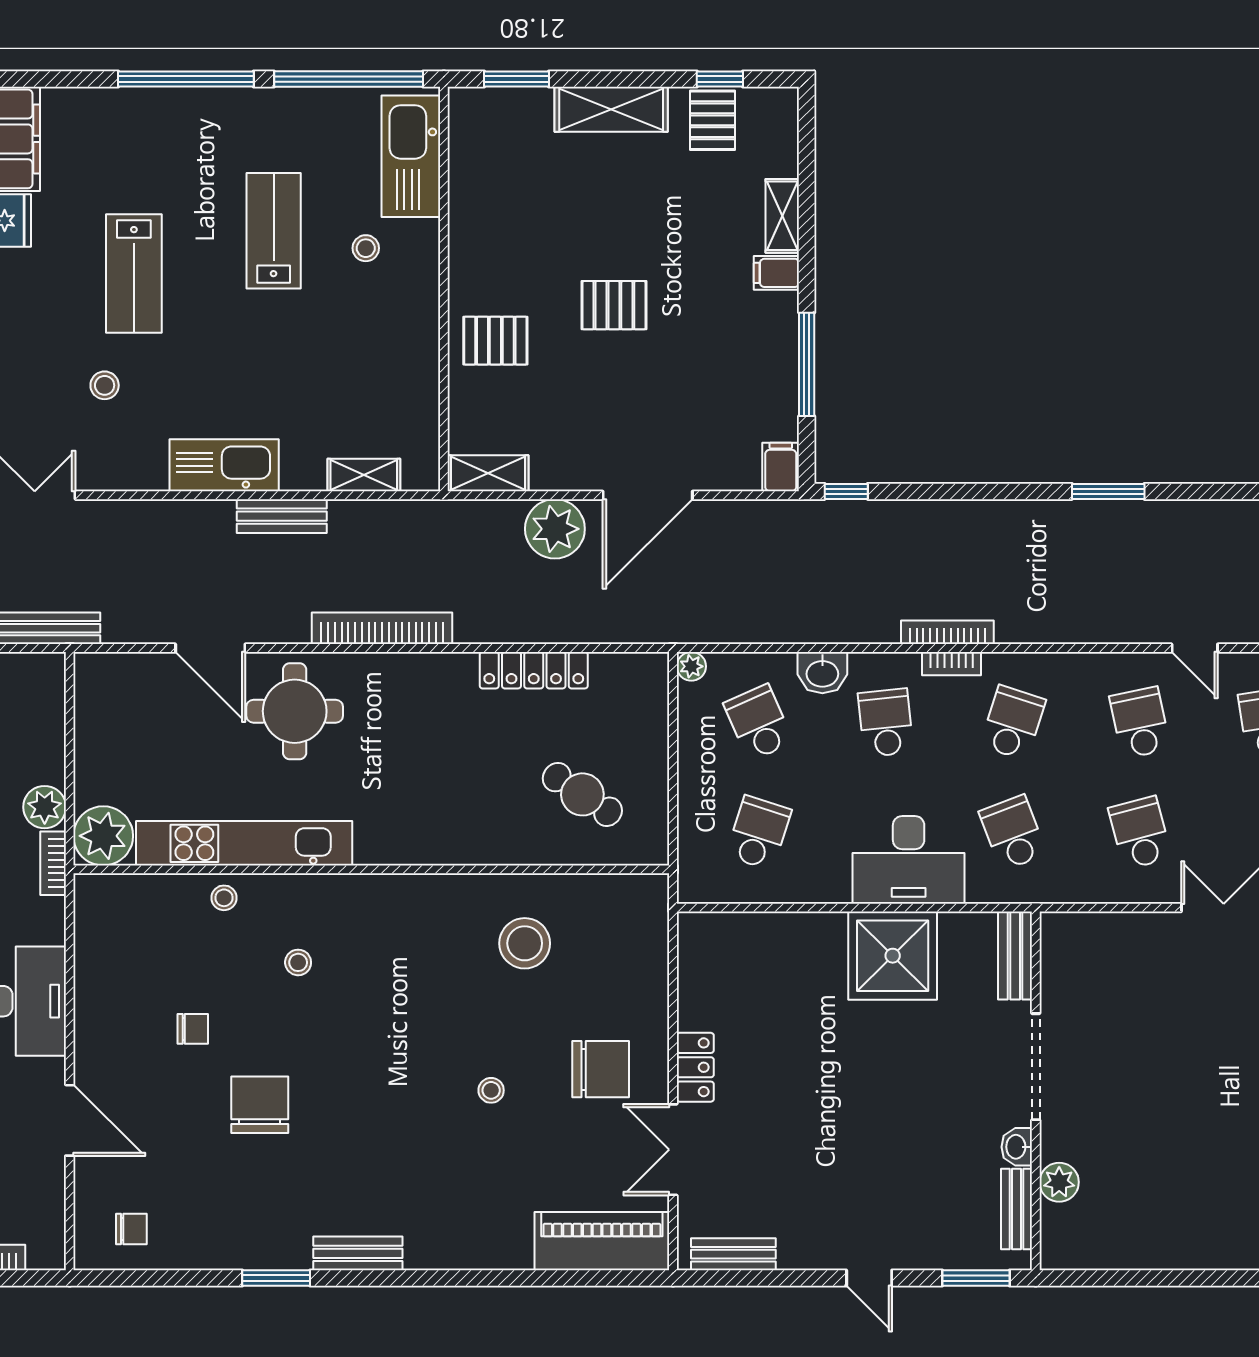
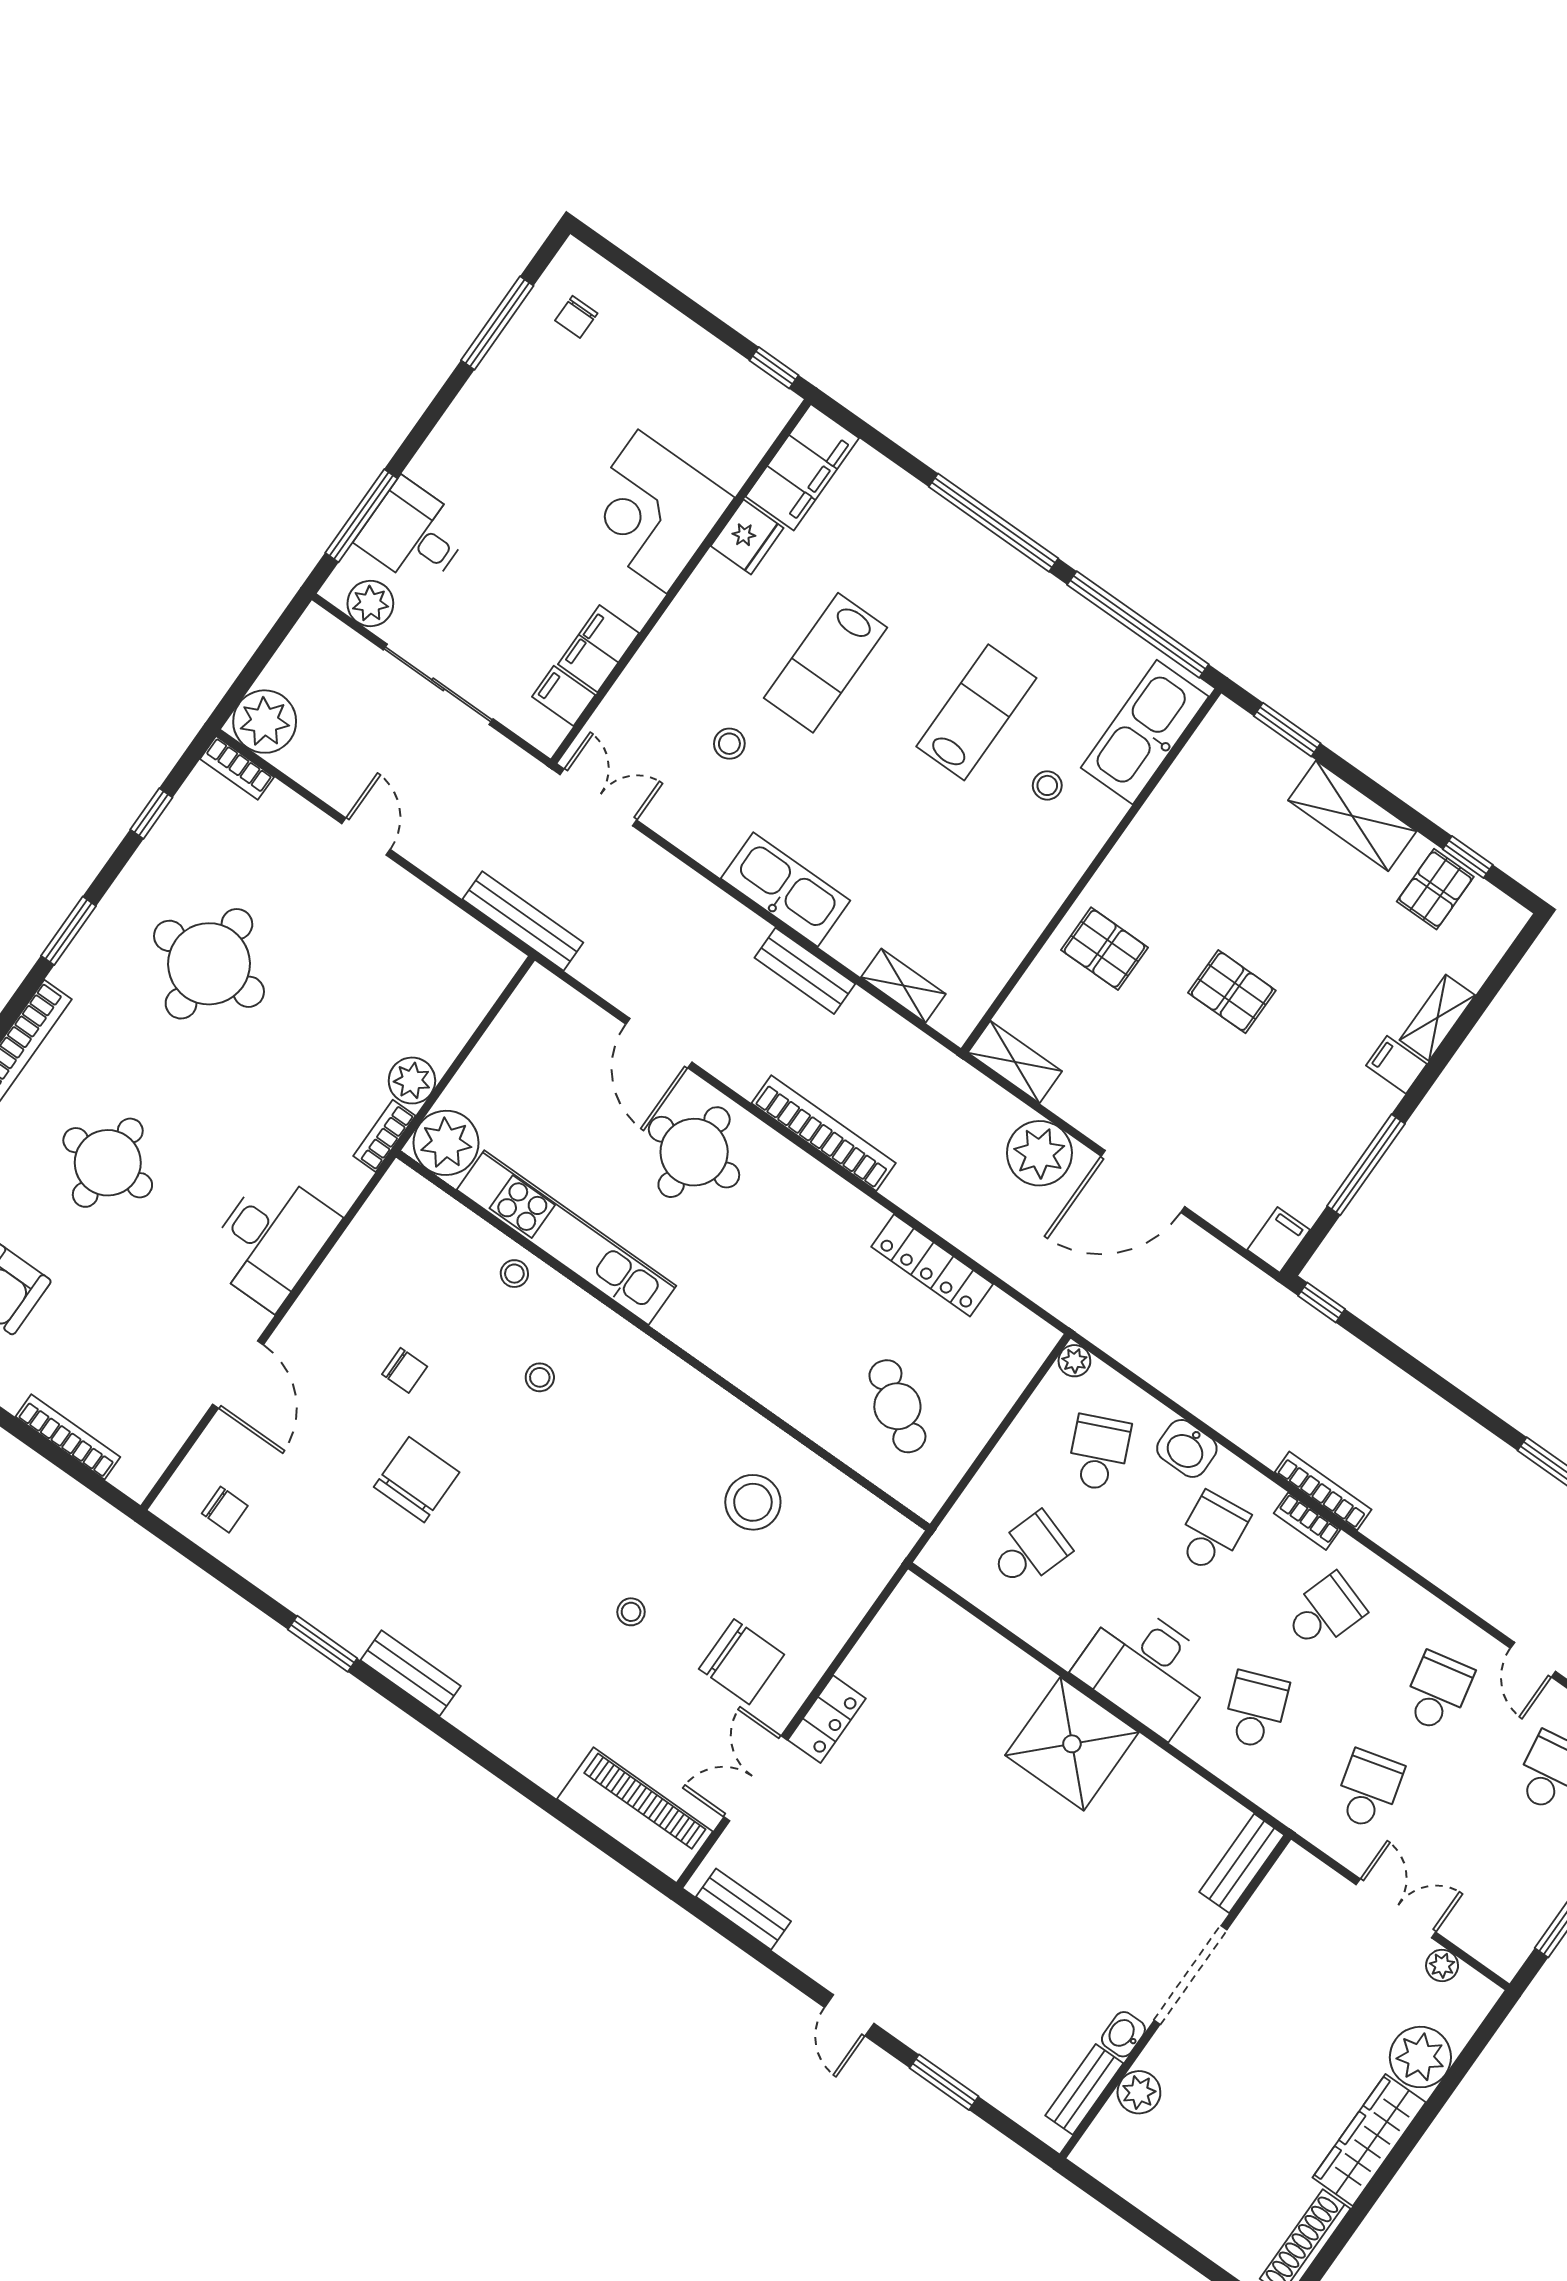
bench: (1015, 956) -> (1242, 1863), moved
doorway: (1036, 1067) -> (1190, 1975), moved
wall: (1036, 1091) -> (1175, 1997), moved
washbasin: (1017, 1147) -> (1123, 2034), moved
plant: (1059, 1182) -> (1139, 2092), moved
bench: (1016, 1209) -> (1084, 2089), moved

